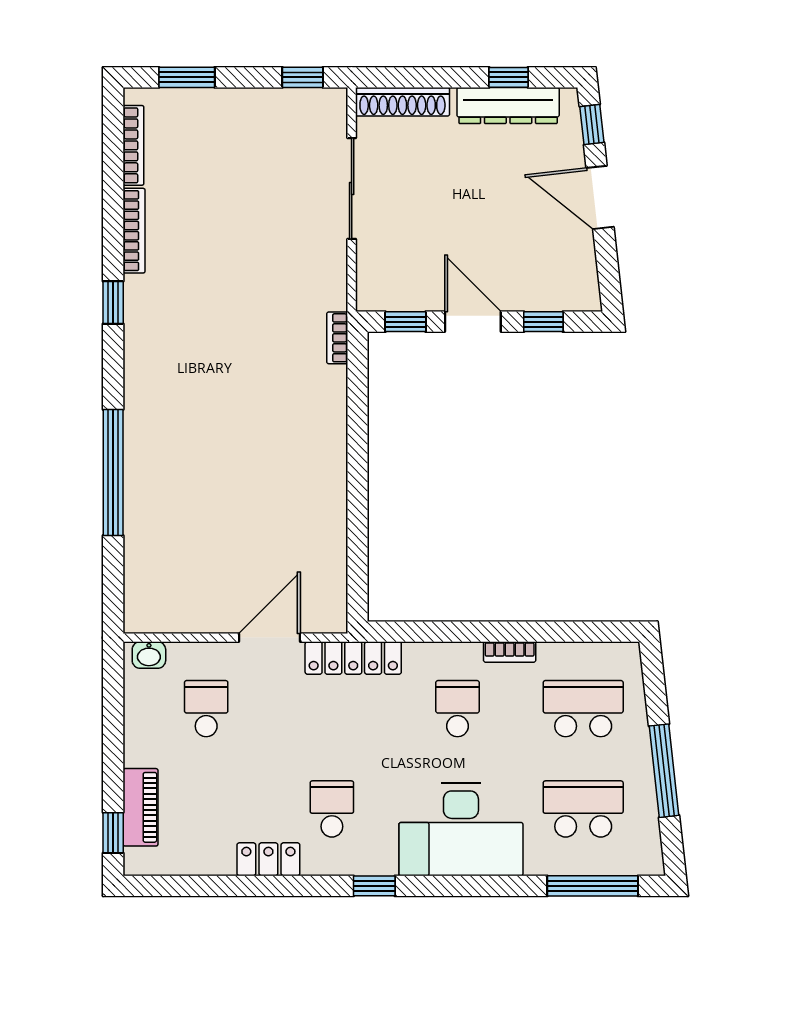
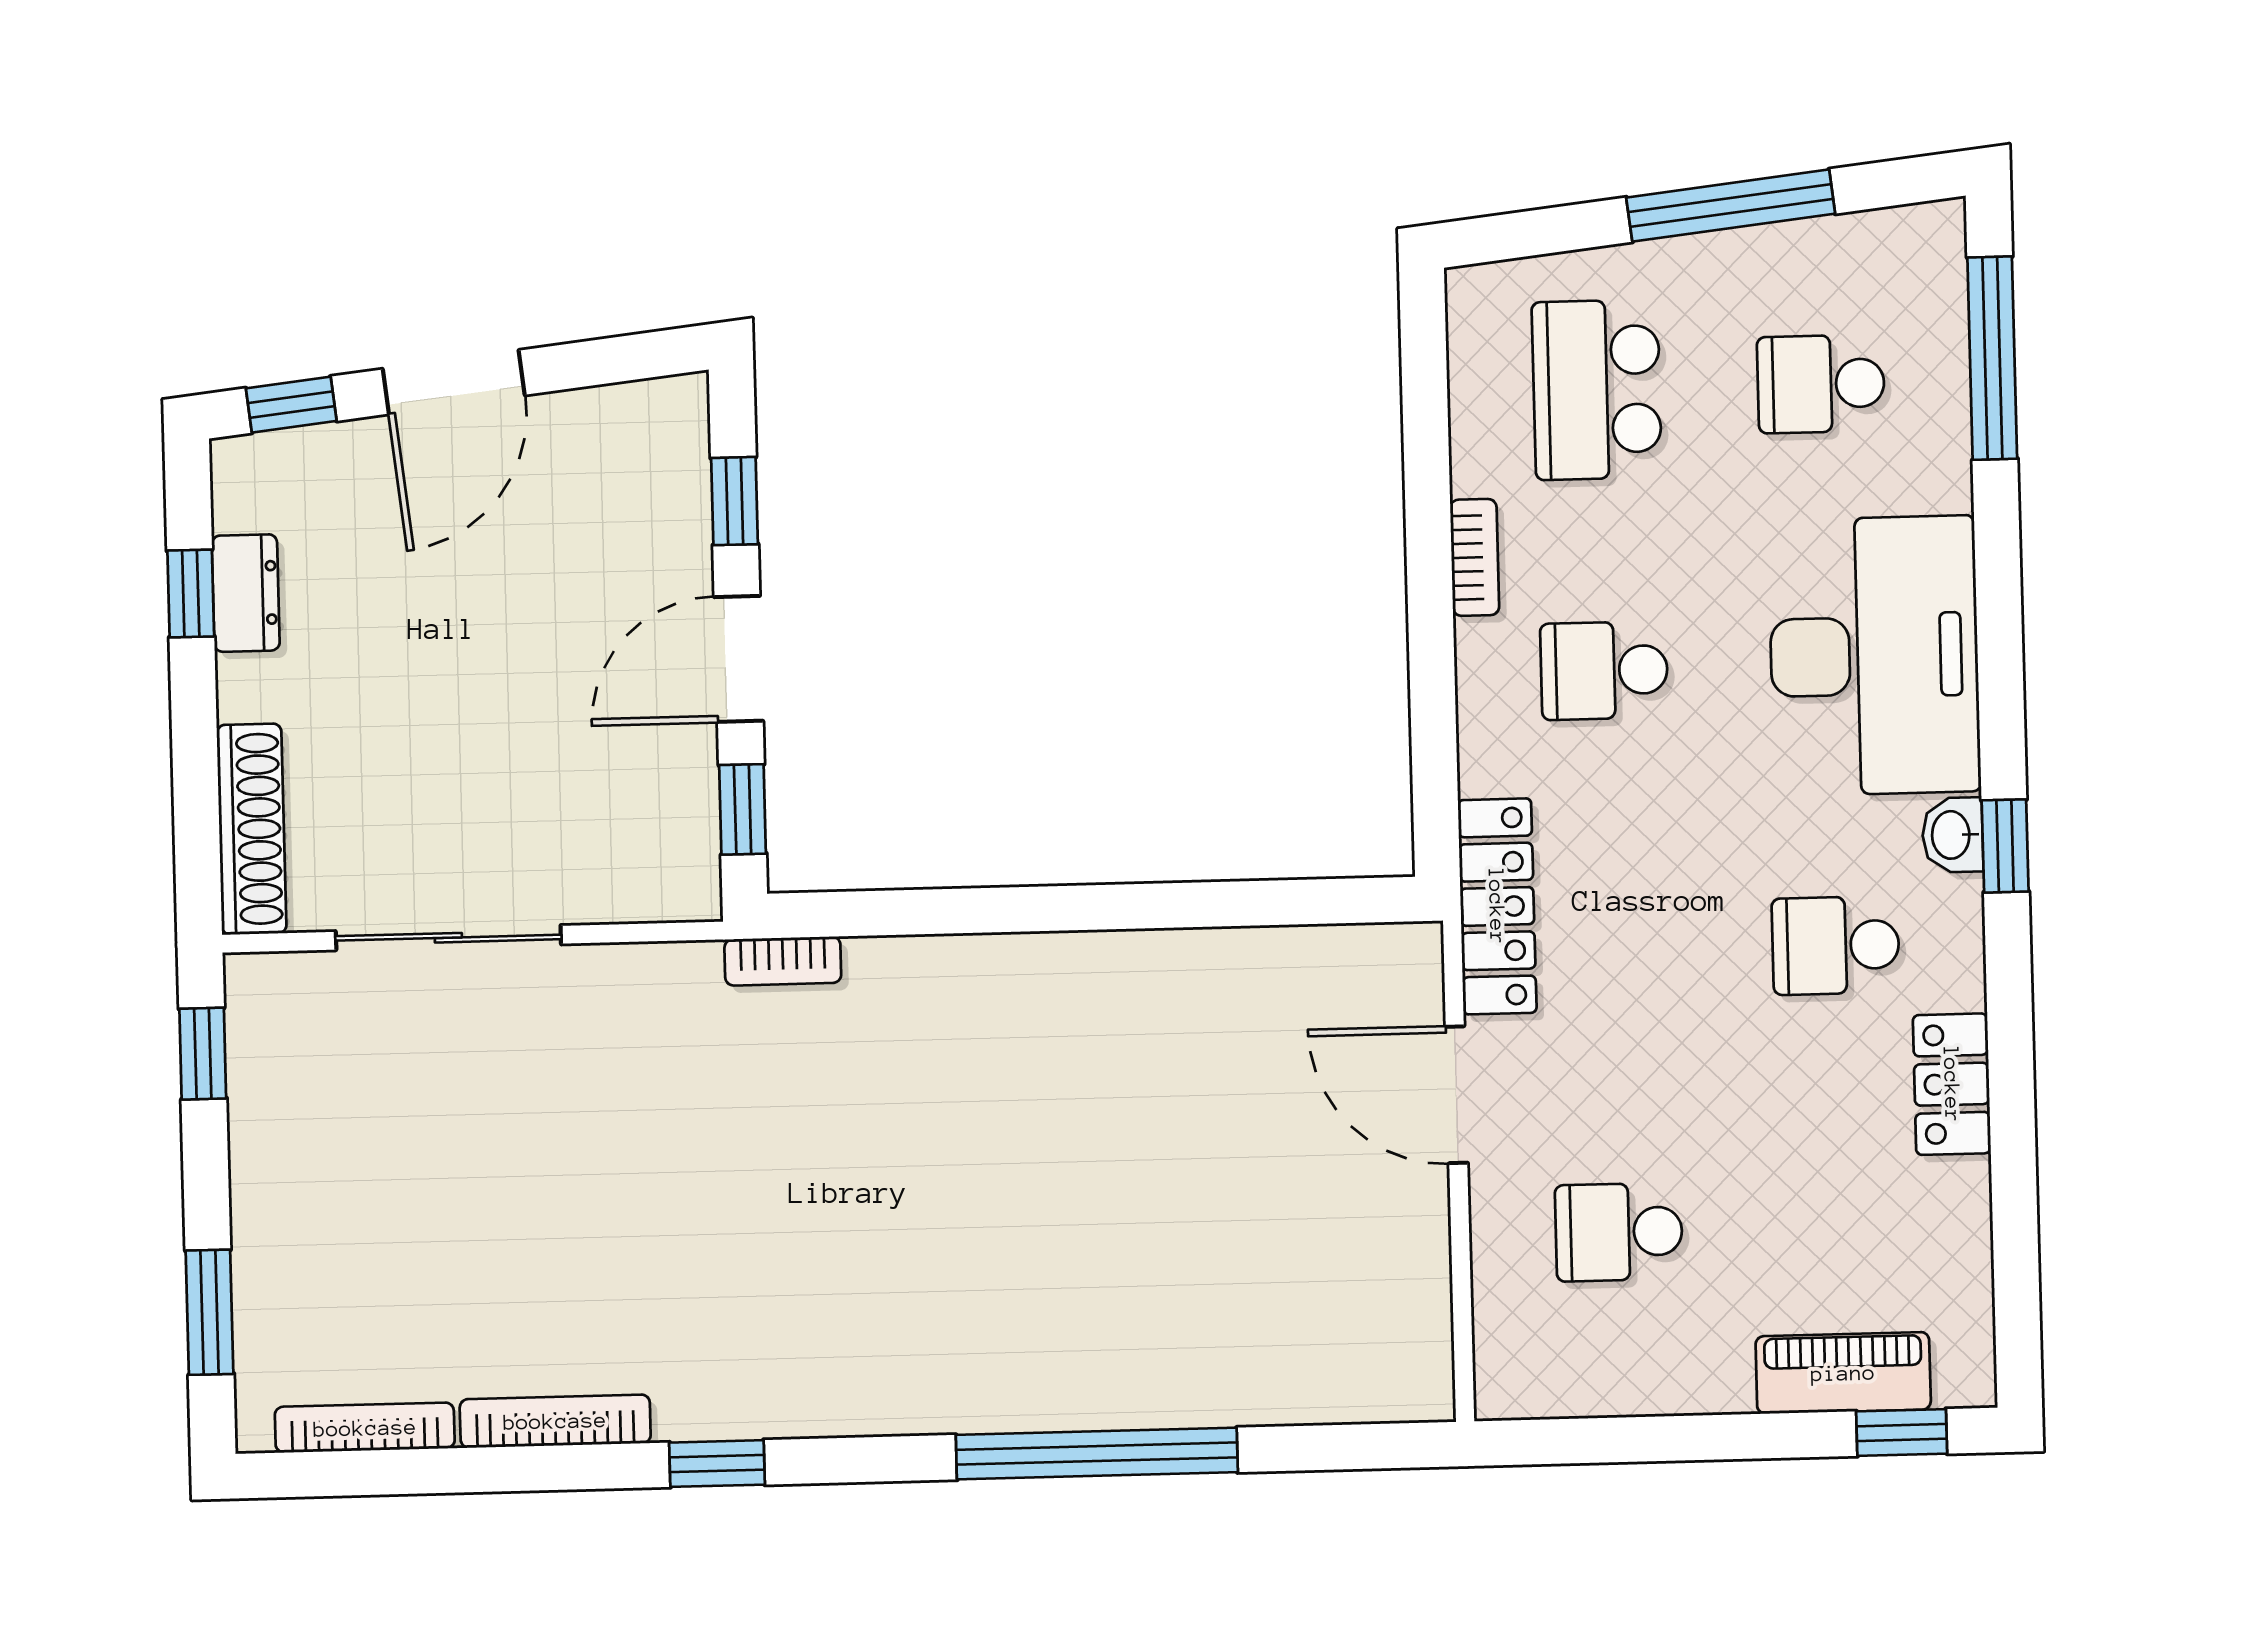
dresser: (508, 105) -> (246, 593), width x0.51, depth x0.80
washbasin: (149, 655) -> (1953, 835), moved, turned 180
school desk: (583, 809) -> (1821, 384), width x0.54

